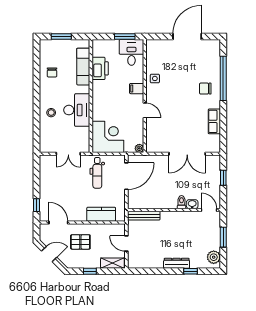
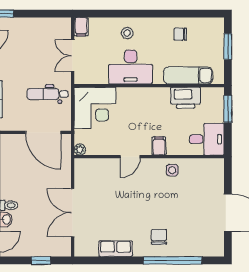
window: (125, 36) -> (228, 109), moved
filing cabinet: (46, 147) -> (81, 27), added

